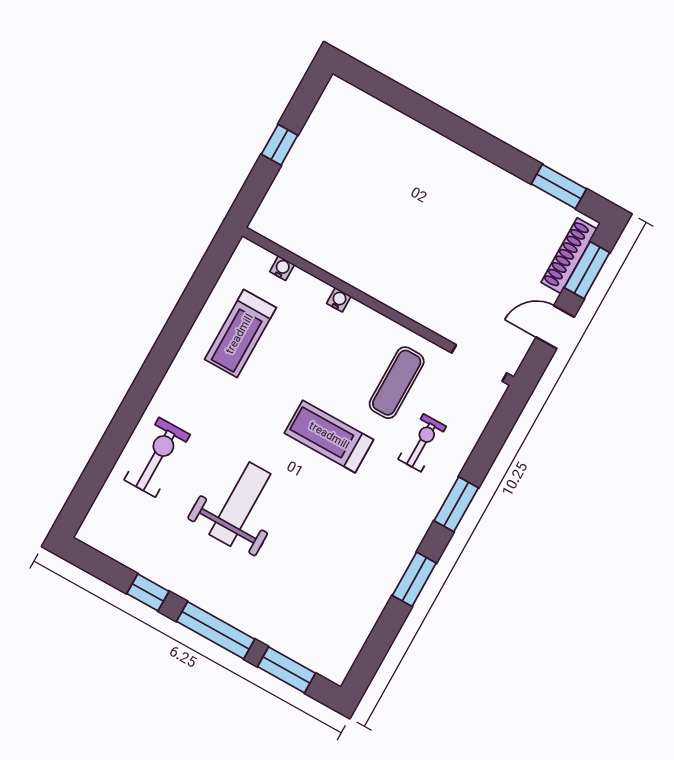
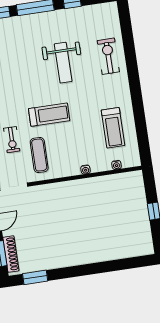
treadmill: (240, 334) -> (113, 128), turned 180
exercise bike: (157, 457) -> (108, 56), turned 180

